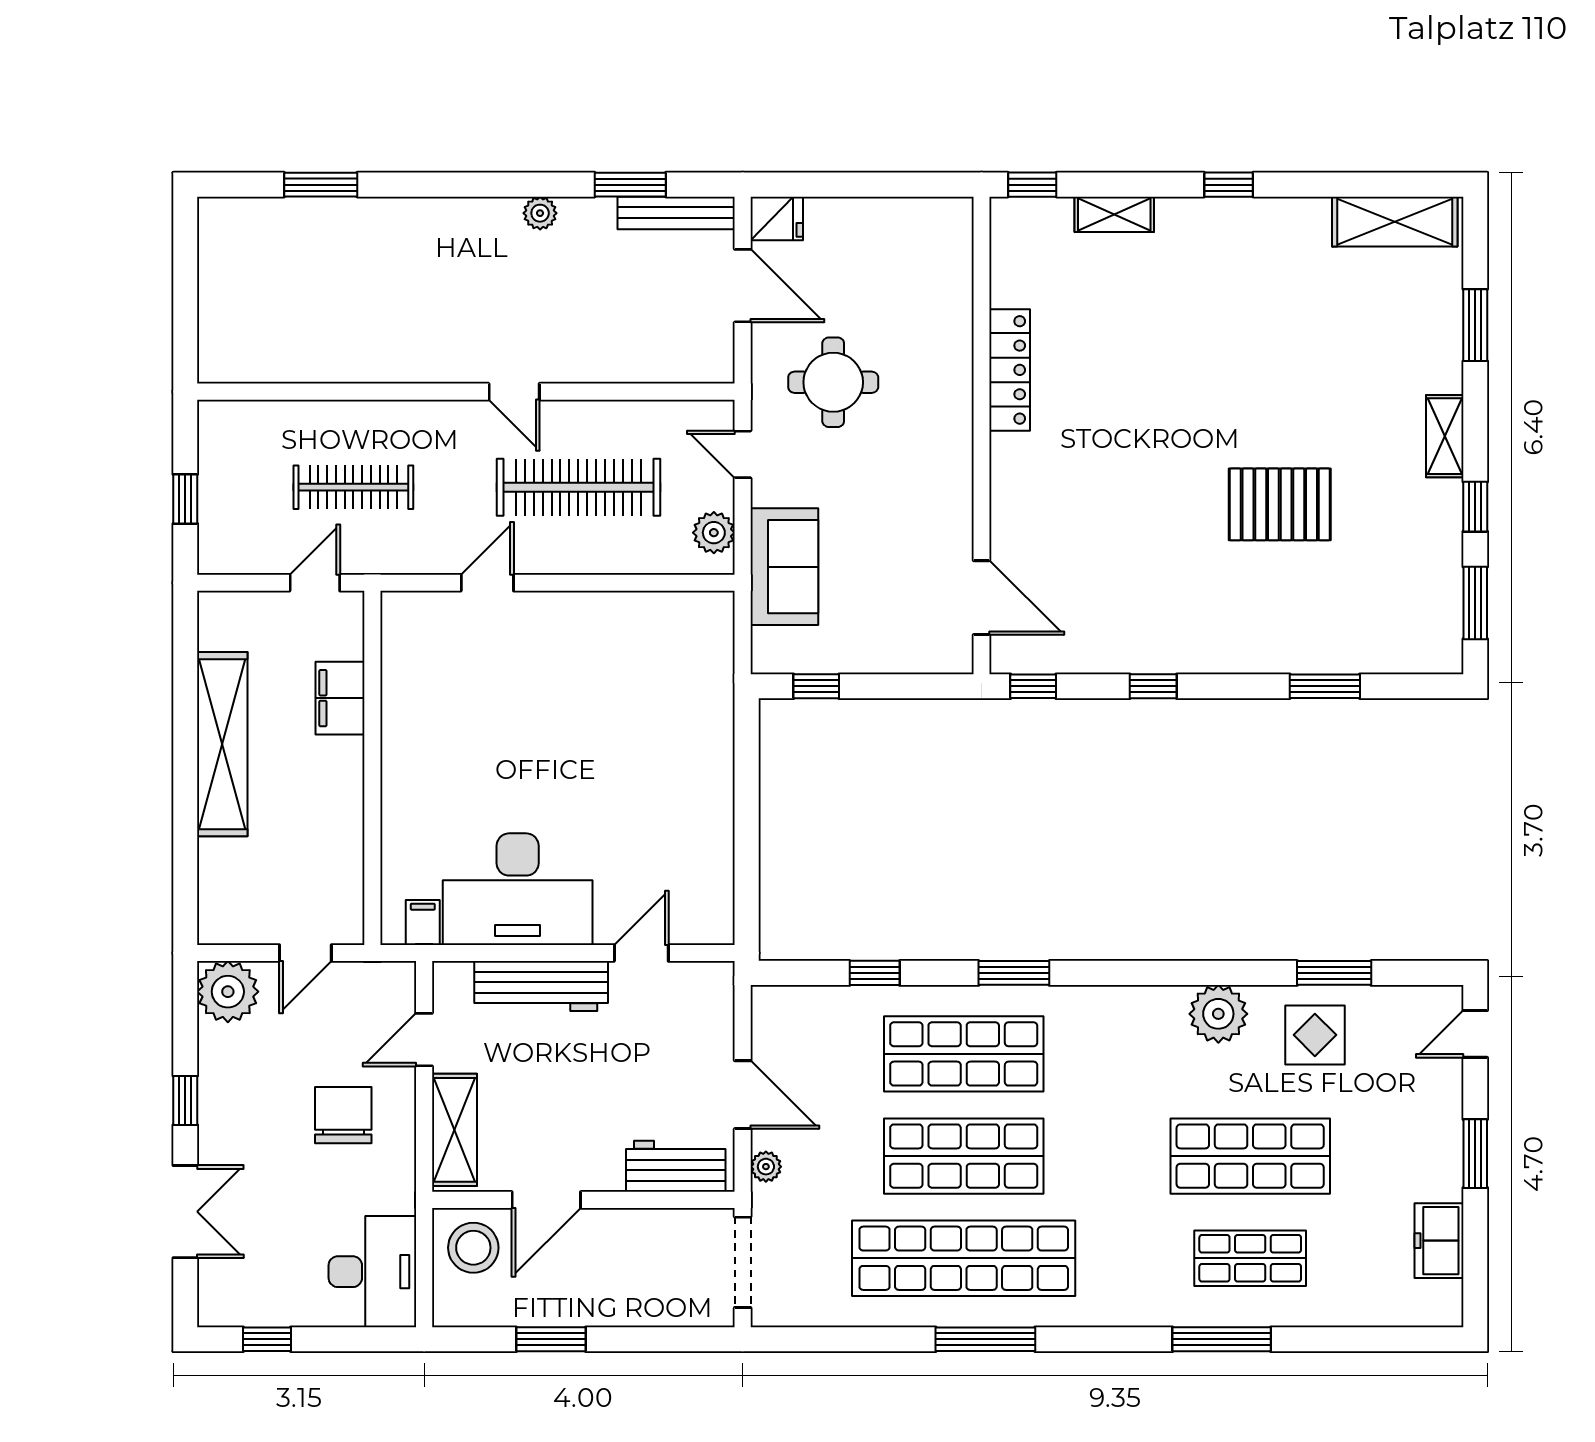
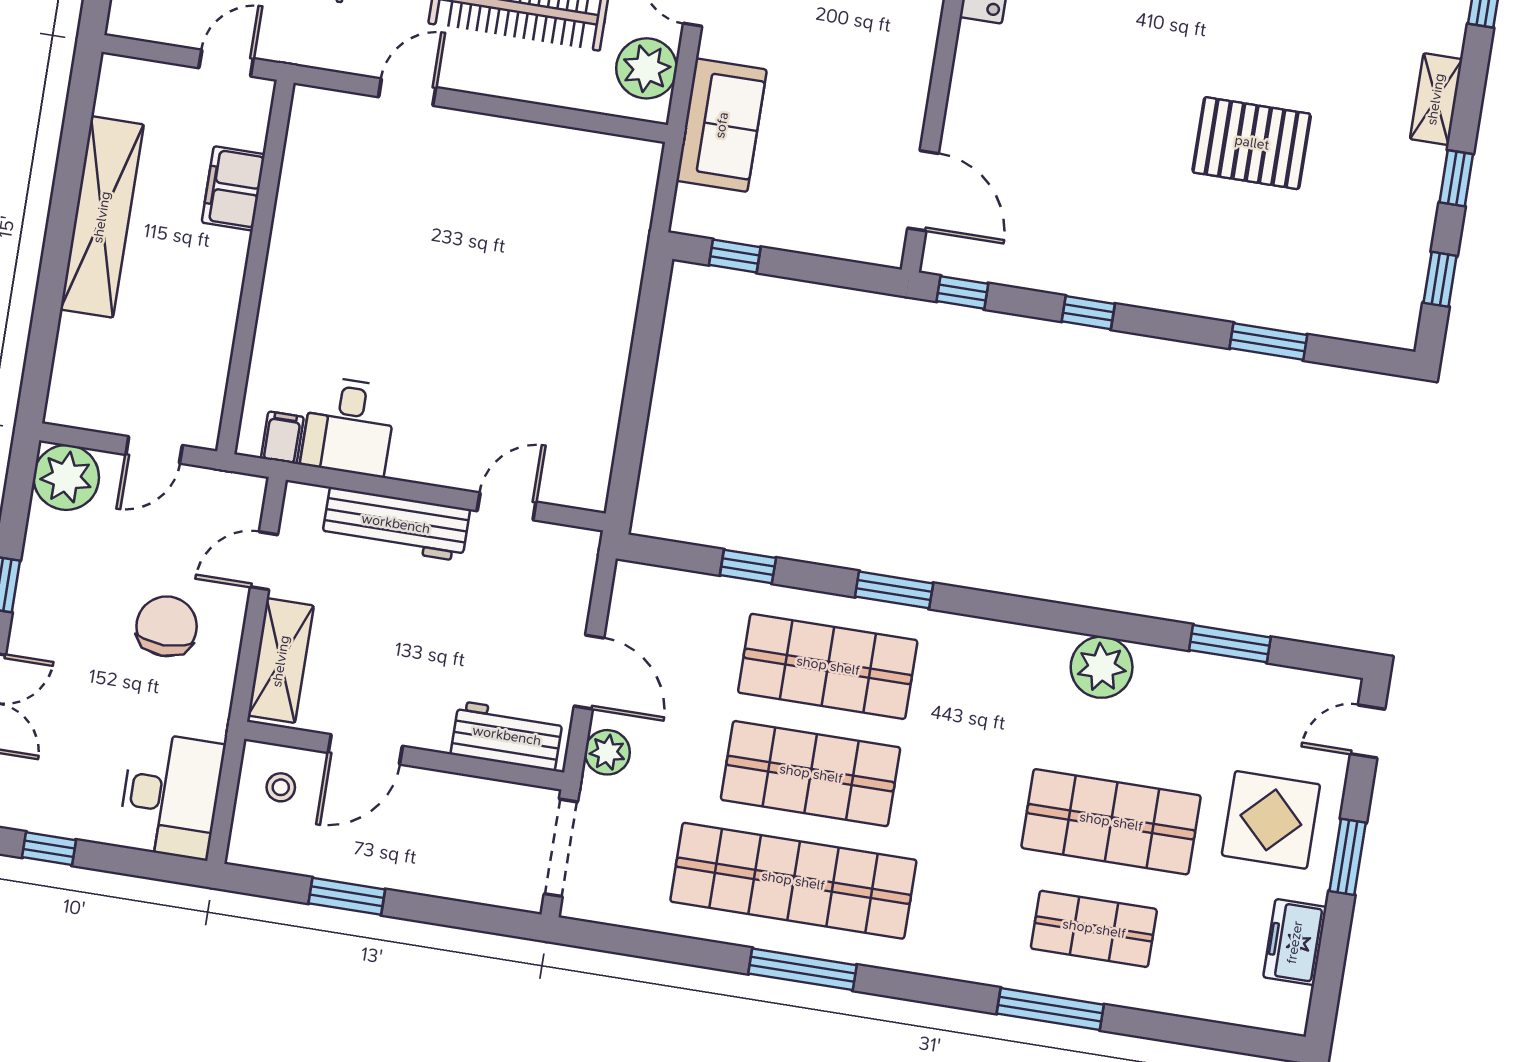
plant: (714, 533) -> (647, 68), width x1.36, depth x1.36
window: (1475, 603) -> (1440, 279), width x0.67
desk: (518, 889) -> (349, 426), width x0.53, depth x0.77
display table: (1315, 1035) -> (1271, 820), moved, width x1.36, depth x1.36
plant: (766, 1167) -> (607, 752), width x1.38, depth x1.38
stool: (473, 1248) -> (281, 787), width x0.53, depth x0.53

